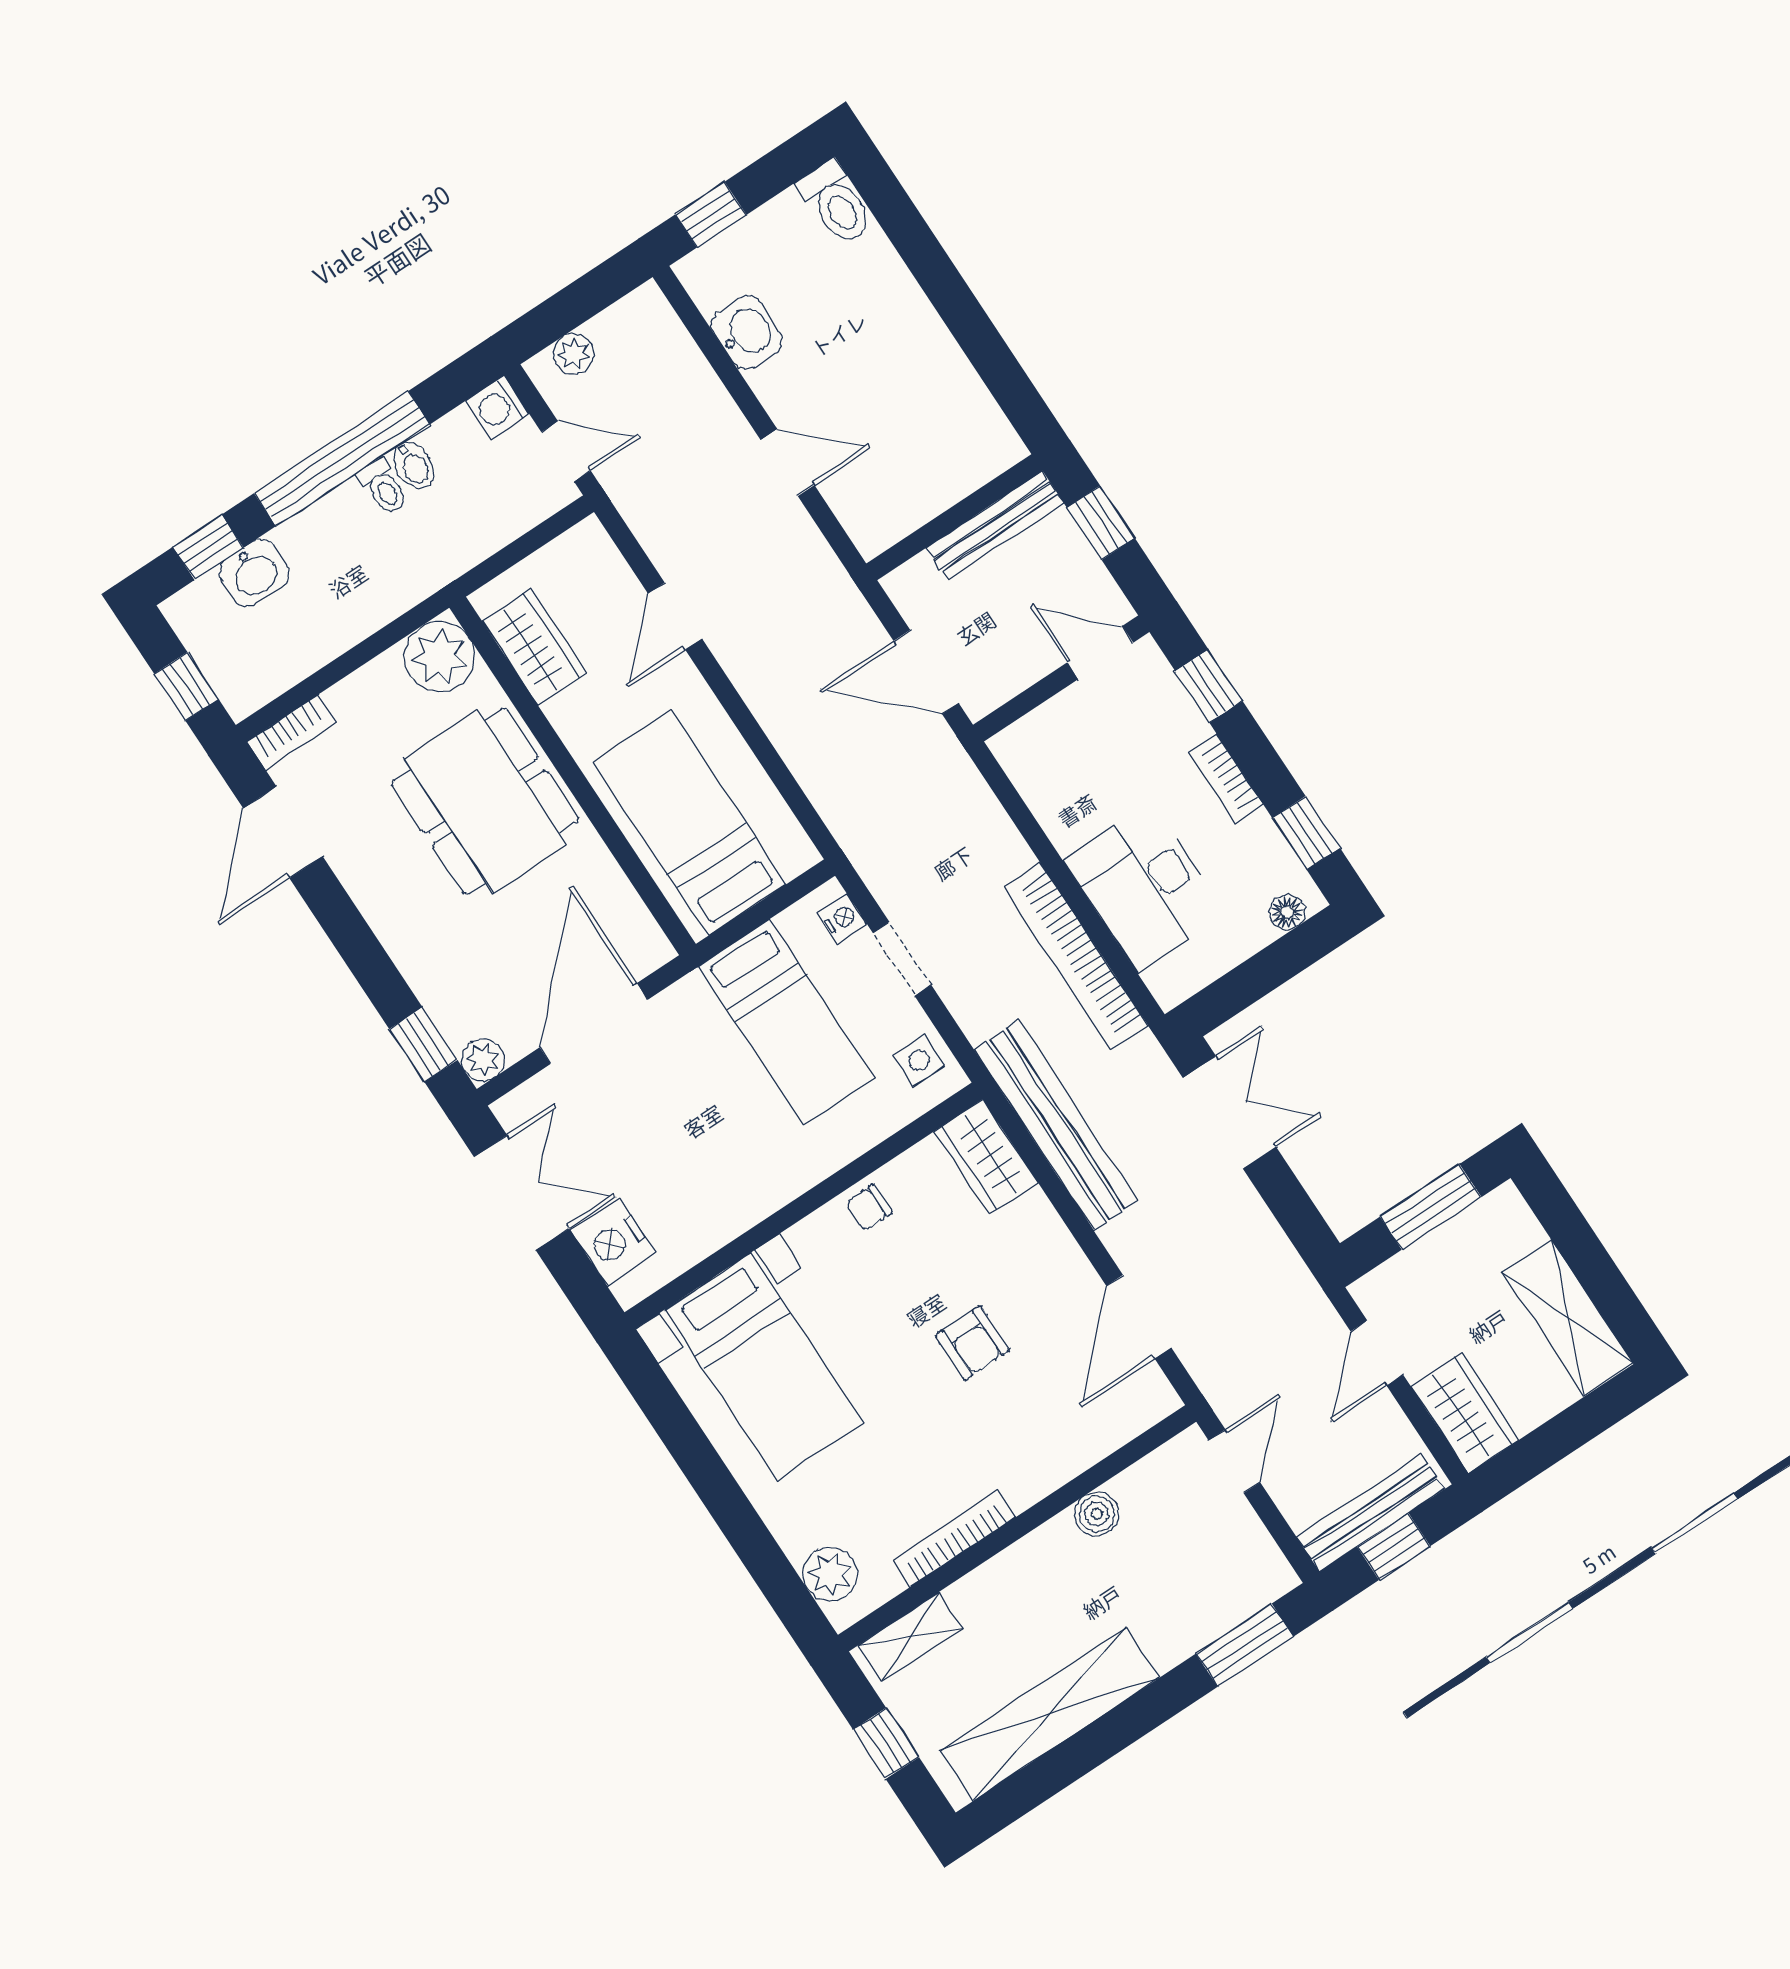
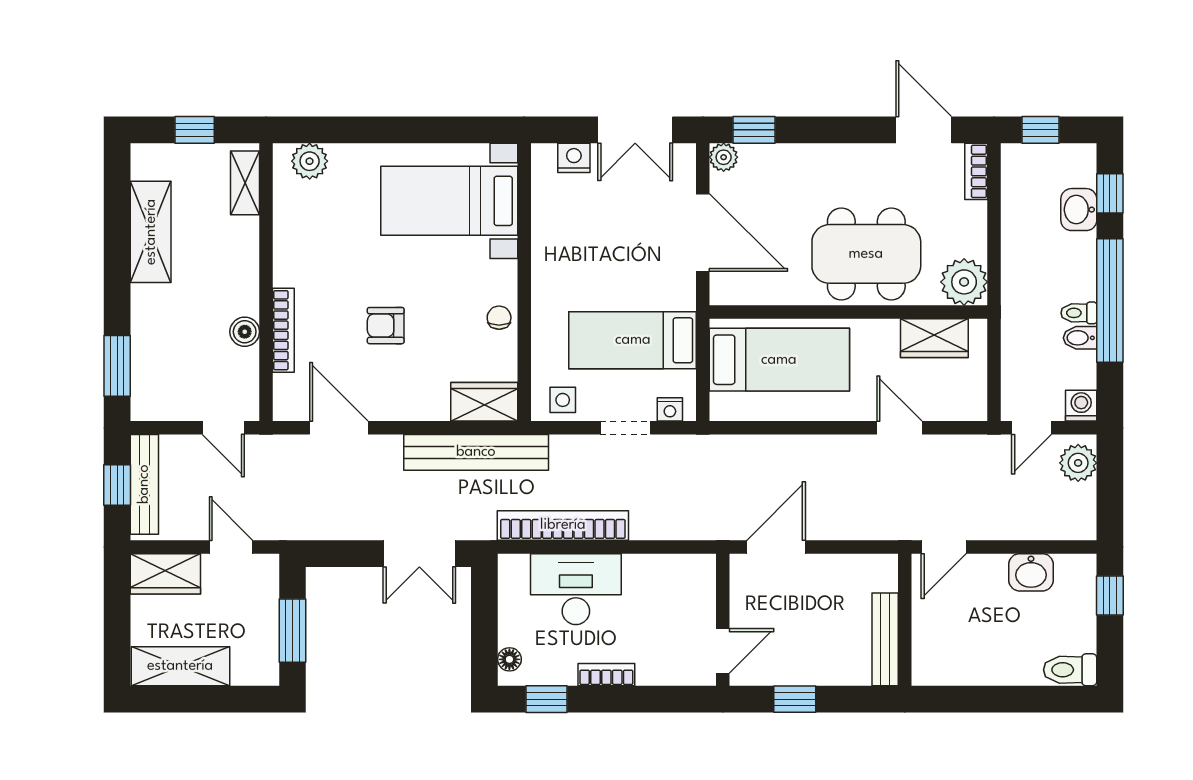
plant: (573, 354) -> (1078, 463), width x1.38, depth x1.38
wall: (954, 517) -> (905, 620), moved
bench: (995, 525) -> (885, 639), moved
window: (1209, 686) -> (664, 699), removed
nightstand: (613, 1242) -> (574, 158), width x0.74, depth x0.75
bookcase: (954, 1539) -> (283, 330), moved
shelving: (1050, 1714) -> (151, 232), width x0.68

